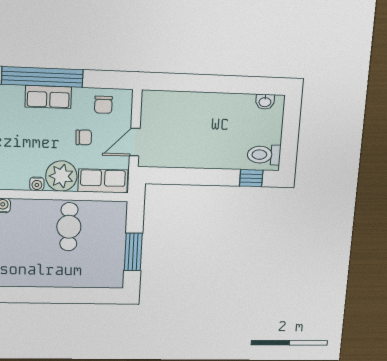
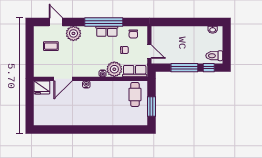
door: (135, 142) -> (149, 52), swing flipped
window: (203, 177) -> (184, 68), added
cafe table: (69, 227) -> (135, 94), moved

